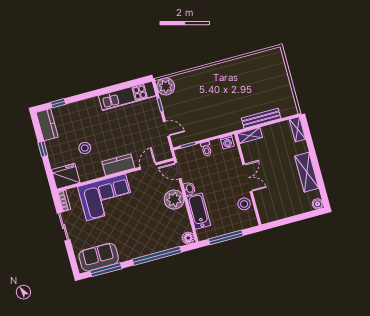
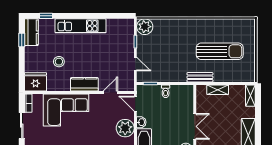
sun lounger: (252, 91) -> (220, 51), added
kitchen unit: (127, 96) -> (81, 26), moved
bench: (261, 118) -> (200, 77), moved, width x0.73
shelving: (250, 135) -> (218, 90), moved
washing machine: (227, 142) -> (186, 90), removed
window: (43, 149) -> (22, 40), moved

